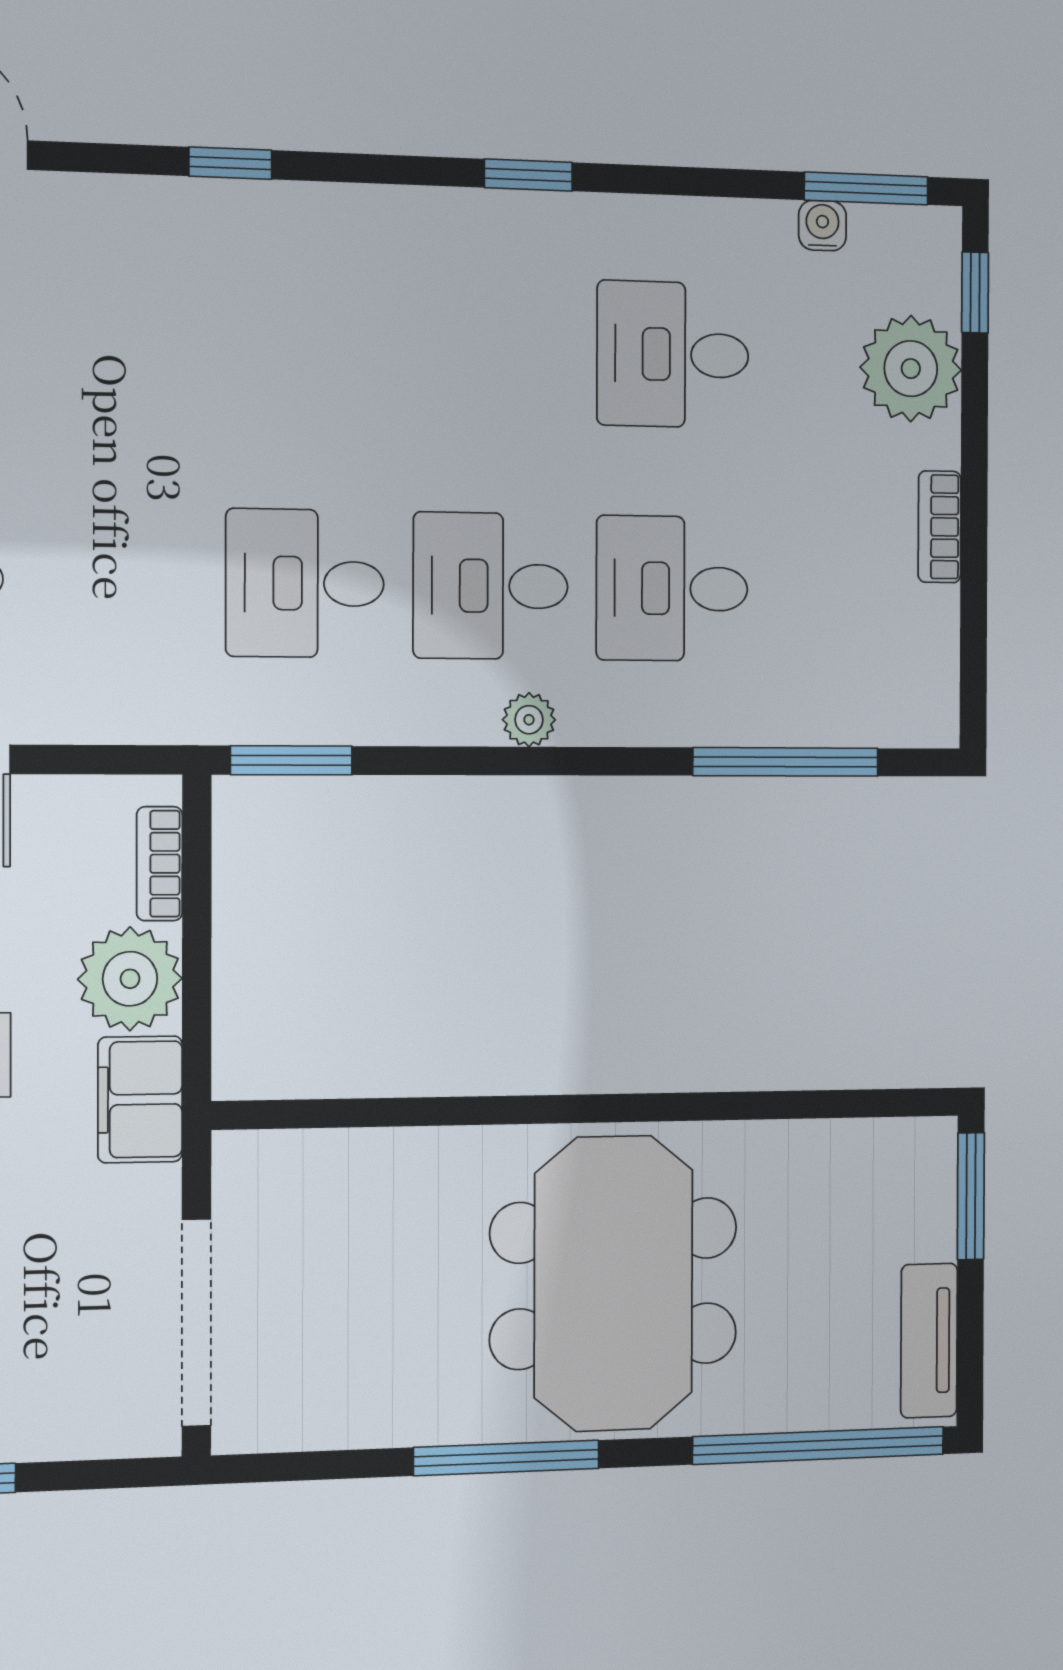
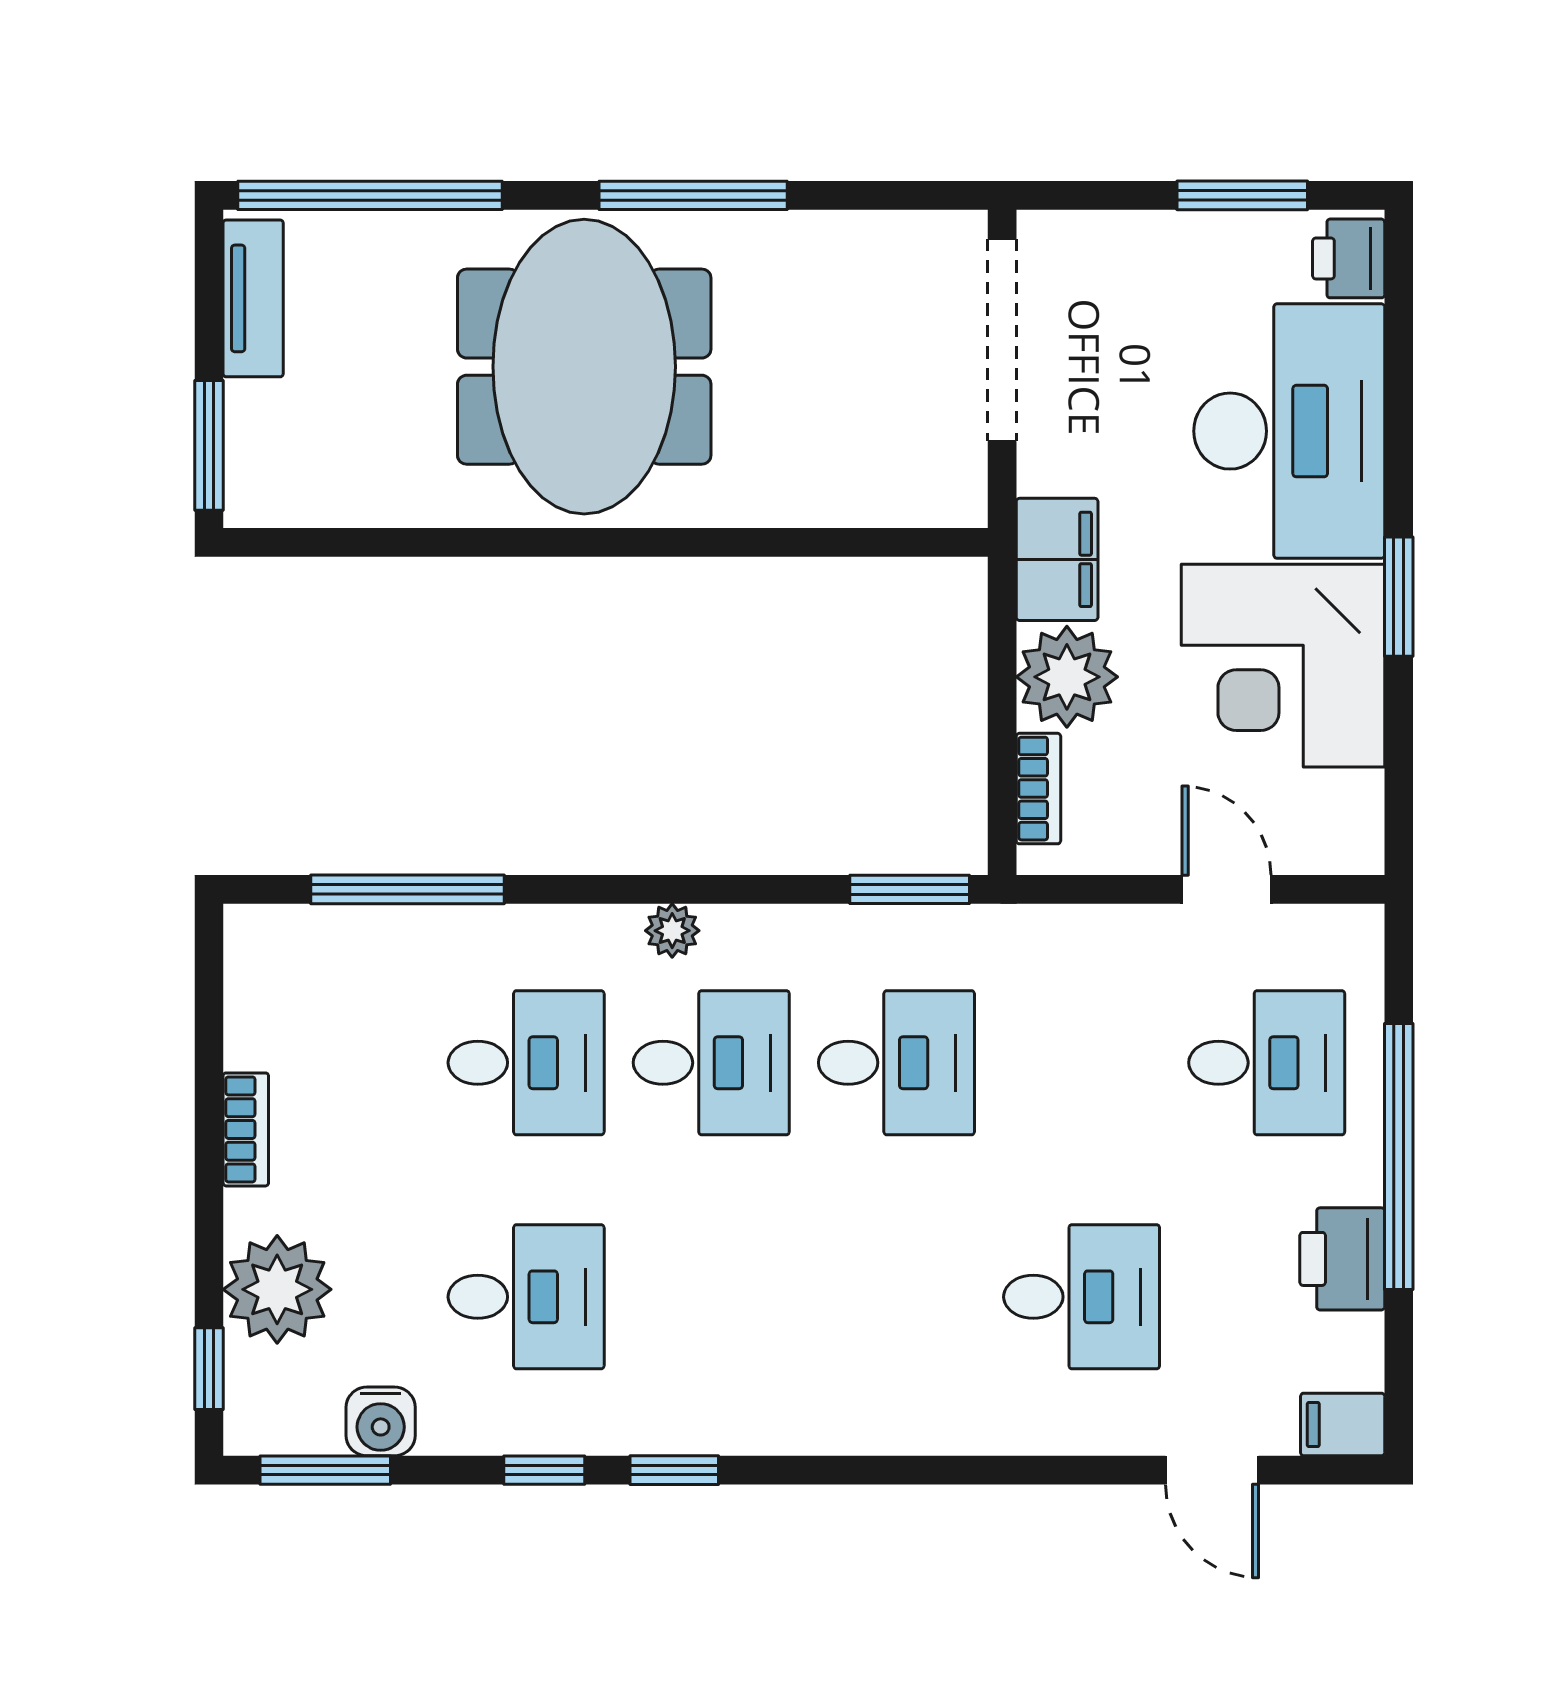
window: (230, 163) -> (544, 1470), moved
water cooler: (822, 226) -> (381, 1421), width x1.38, depth x1.38
desk: (115, 338) -> (1082, 1297), added

